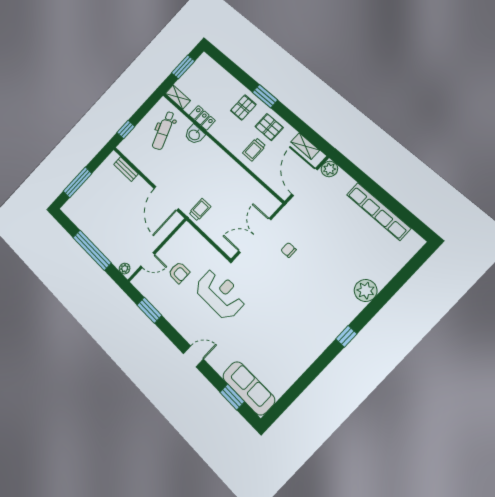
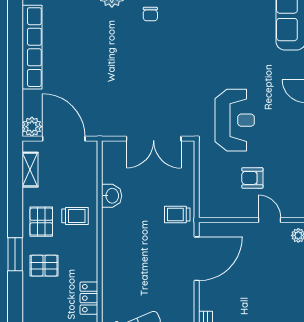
washbasin: (194, 135) -> (112, 196), moved
door: (305, 182) -> (64, 139), swing flipped
chair: (289, 250) -> (150, 14), moved
armchair: (179, 273) -> (252, 178), turned -90
reception desk: (220, 294) -> (235, 120), turned 180

